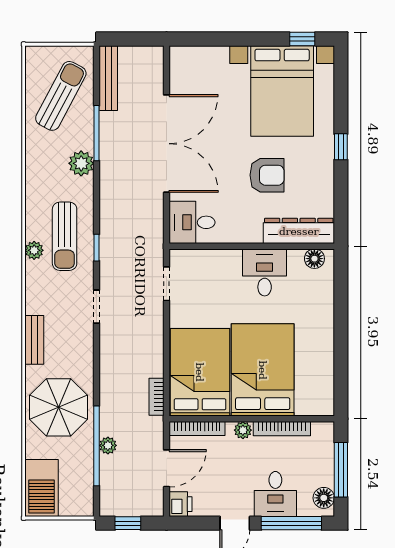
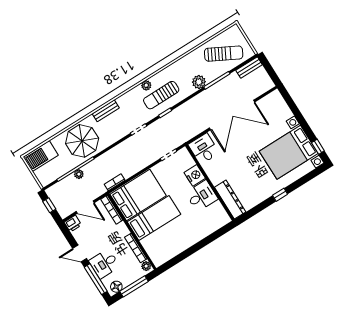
bench: (108, 78) -> (249, 68), width x0.73
armchair: (267, 175) -> (246, 169), removed
floor lamp: (314, 259) -> (222, 215), removed
nightstand: (225, 263) -> (195, 175), added
bed: (263, 370) -> (154, 218), width x0.67
plant: (243, 430) -> (146, 266), moved

